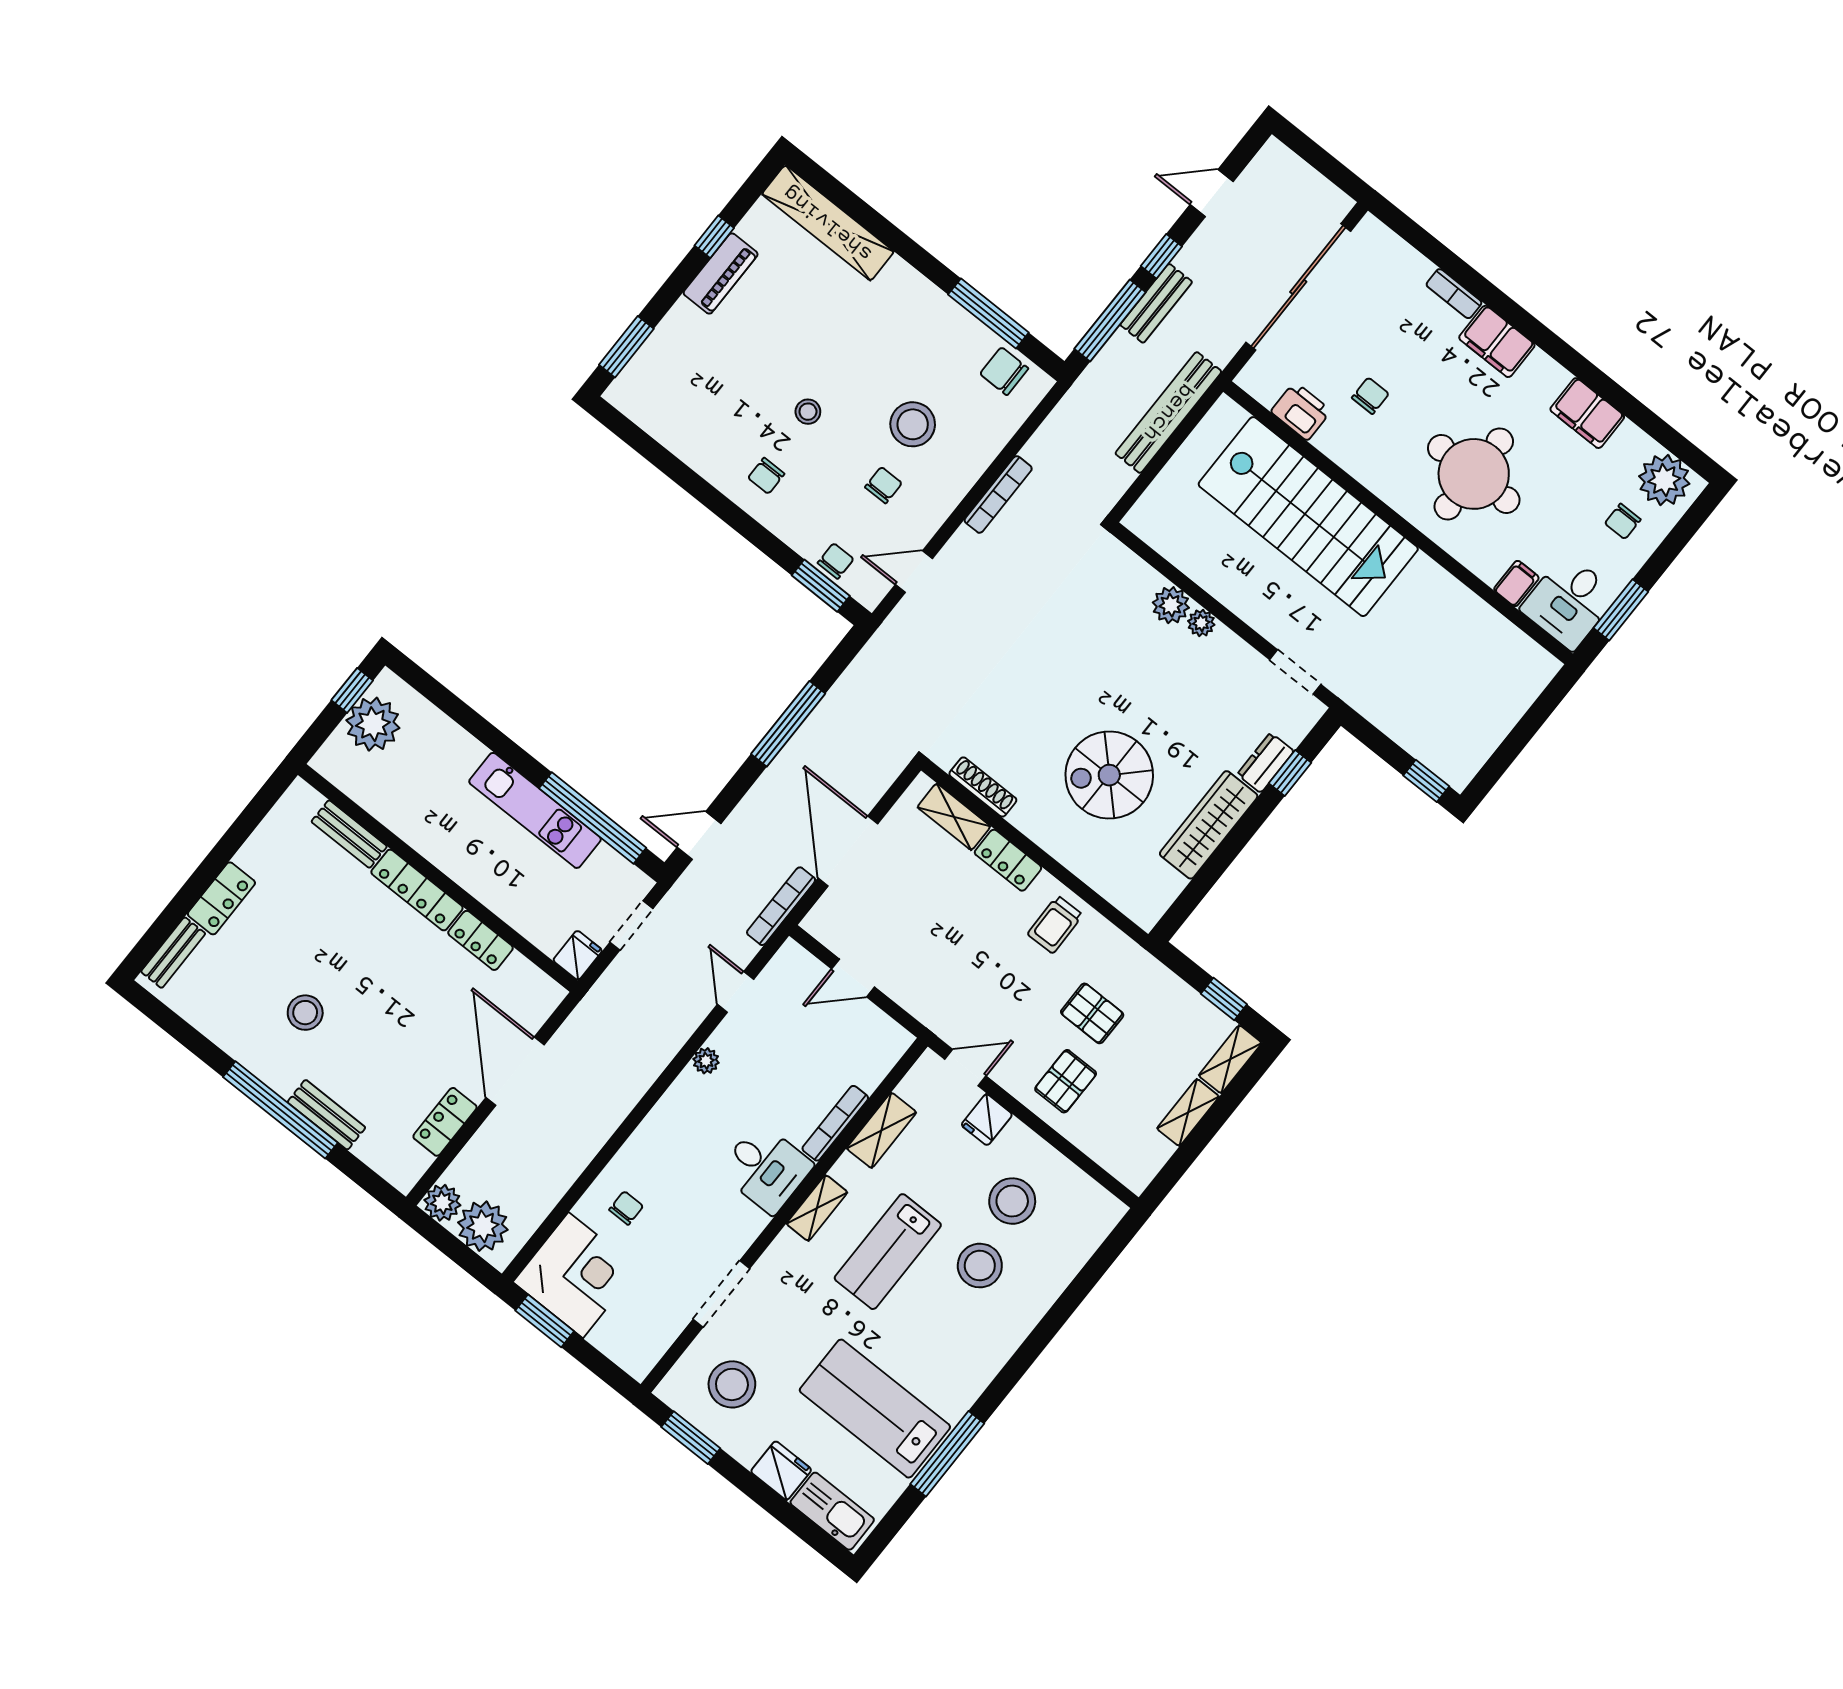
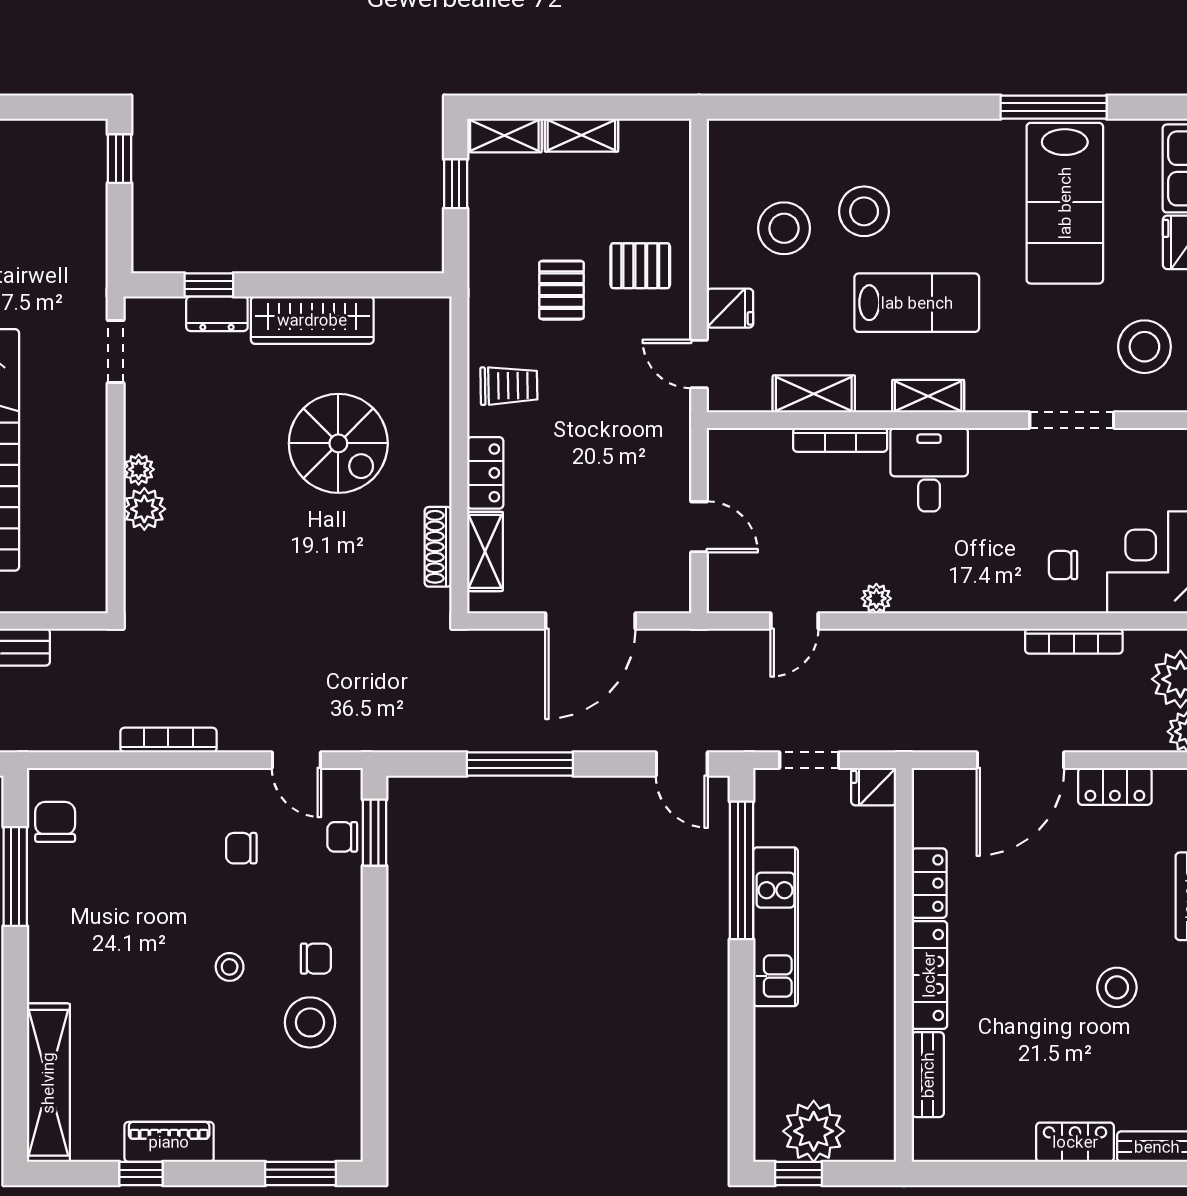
chair: (1004, 371) -> (55, 822), turned 180
stool: (913, 424) -> (310, 1022), moved
bookcase: (781, 906) -> (1074, 641), moved

